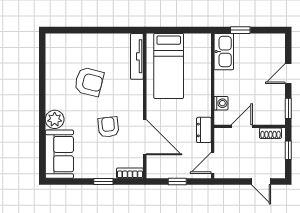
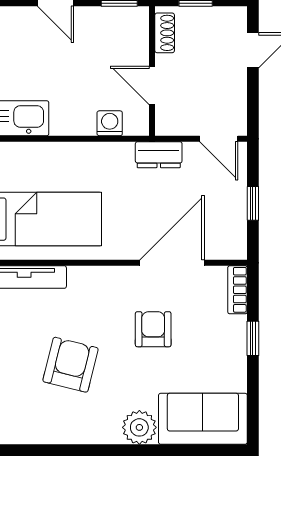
armchair: (108, 127) -> (153, 329), turned 96

